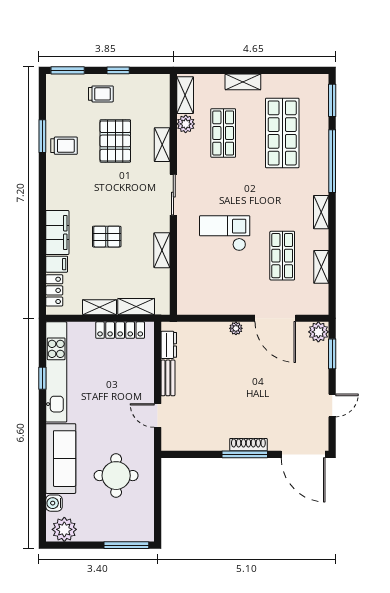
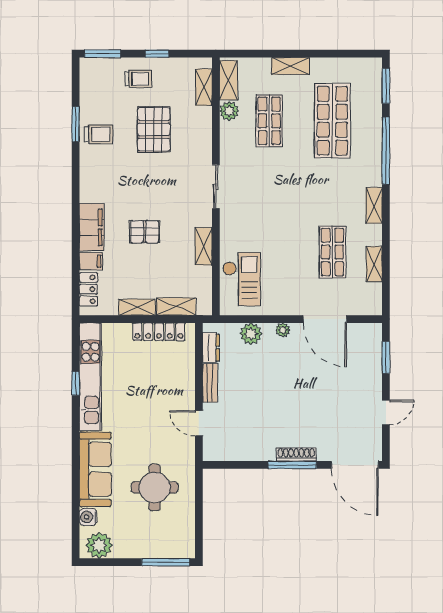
shelving: (162, 145) -> (204, 87), moved
checkout: (225, 233) -> (242, 279), moved, turned 90
plant: (318, 332) -> (251, 334), moved

